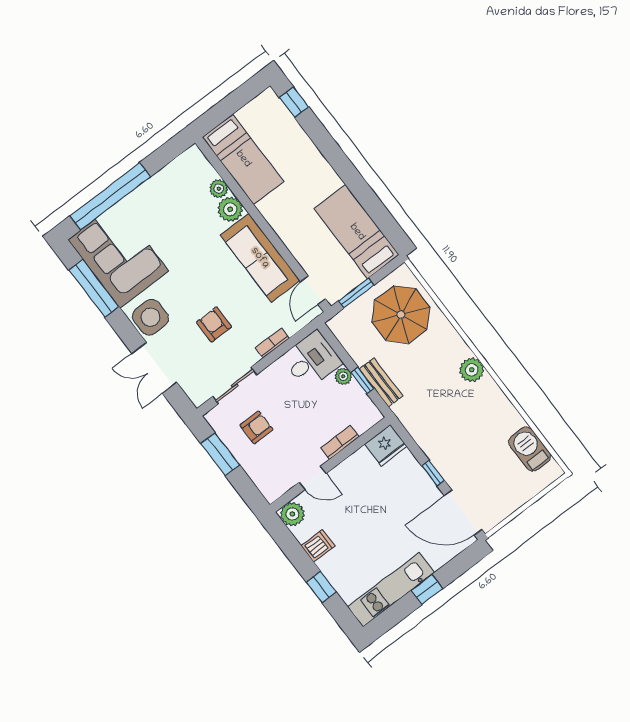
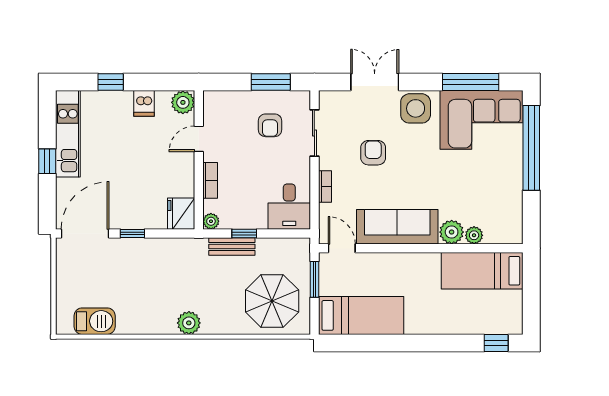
armchair: (214, 324) -> (373, 153), turned -90
plant: (343, 376) -> (211, 221), moved

